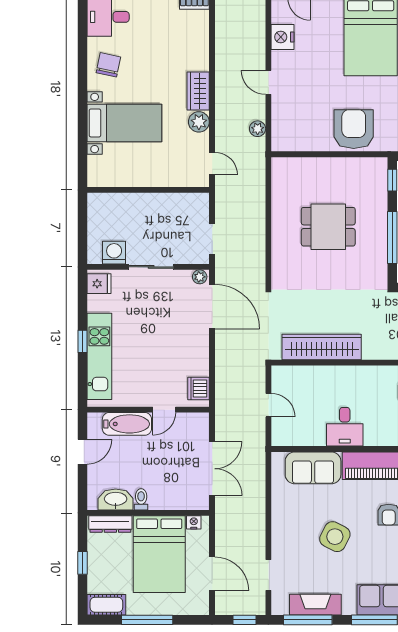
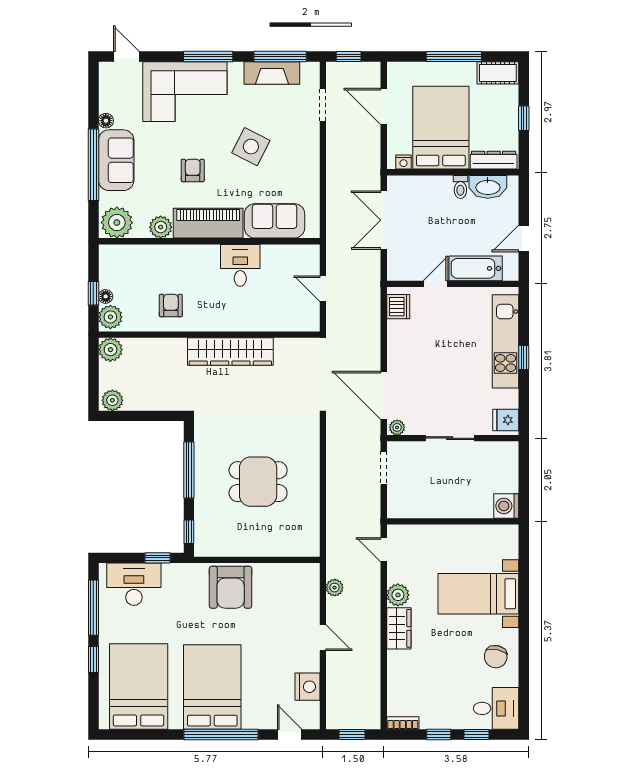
washing machine: (114, 253) -> (506, 506), moved, turned 90
wardrobe: (322, 347) -> (230, 352), moved

